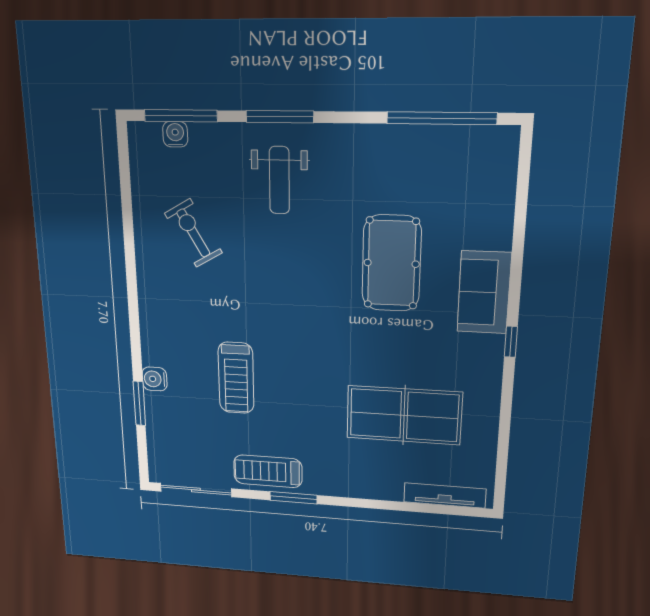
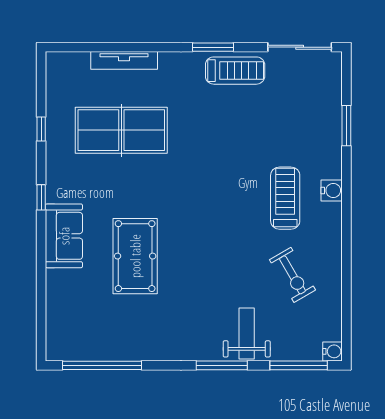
water cooler: (175, 134) -> (333, 351), moved, turned -90
weight bench: (279, 180) -> (247, 334), moved
treadmill: (236, 378) -> (285, 198), moved
water cooler: (155, 379) -> (332, 190), moved
window: (505, 423) -> (41, 129), added
tv unit: (445, 495) -> (124, 60), moved

